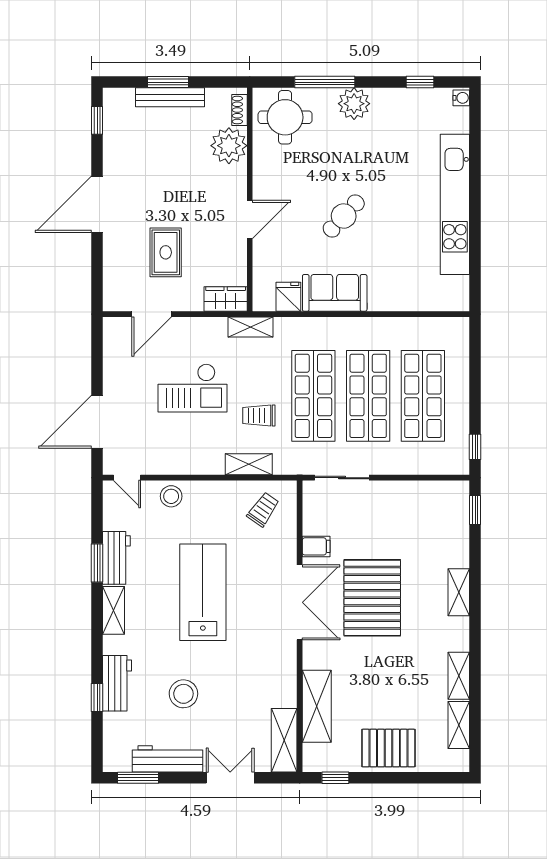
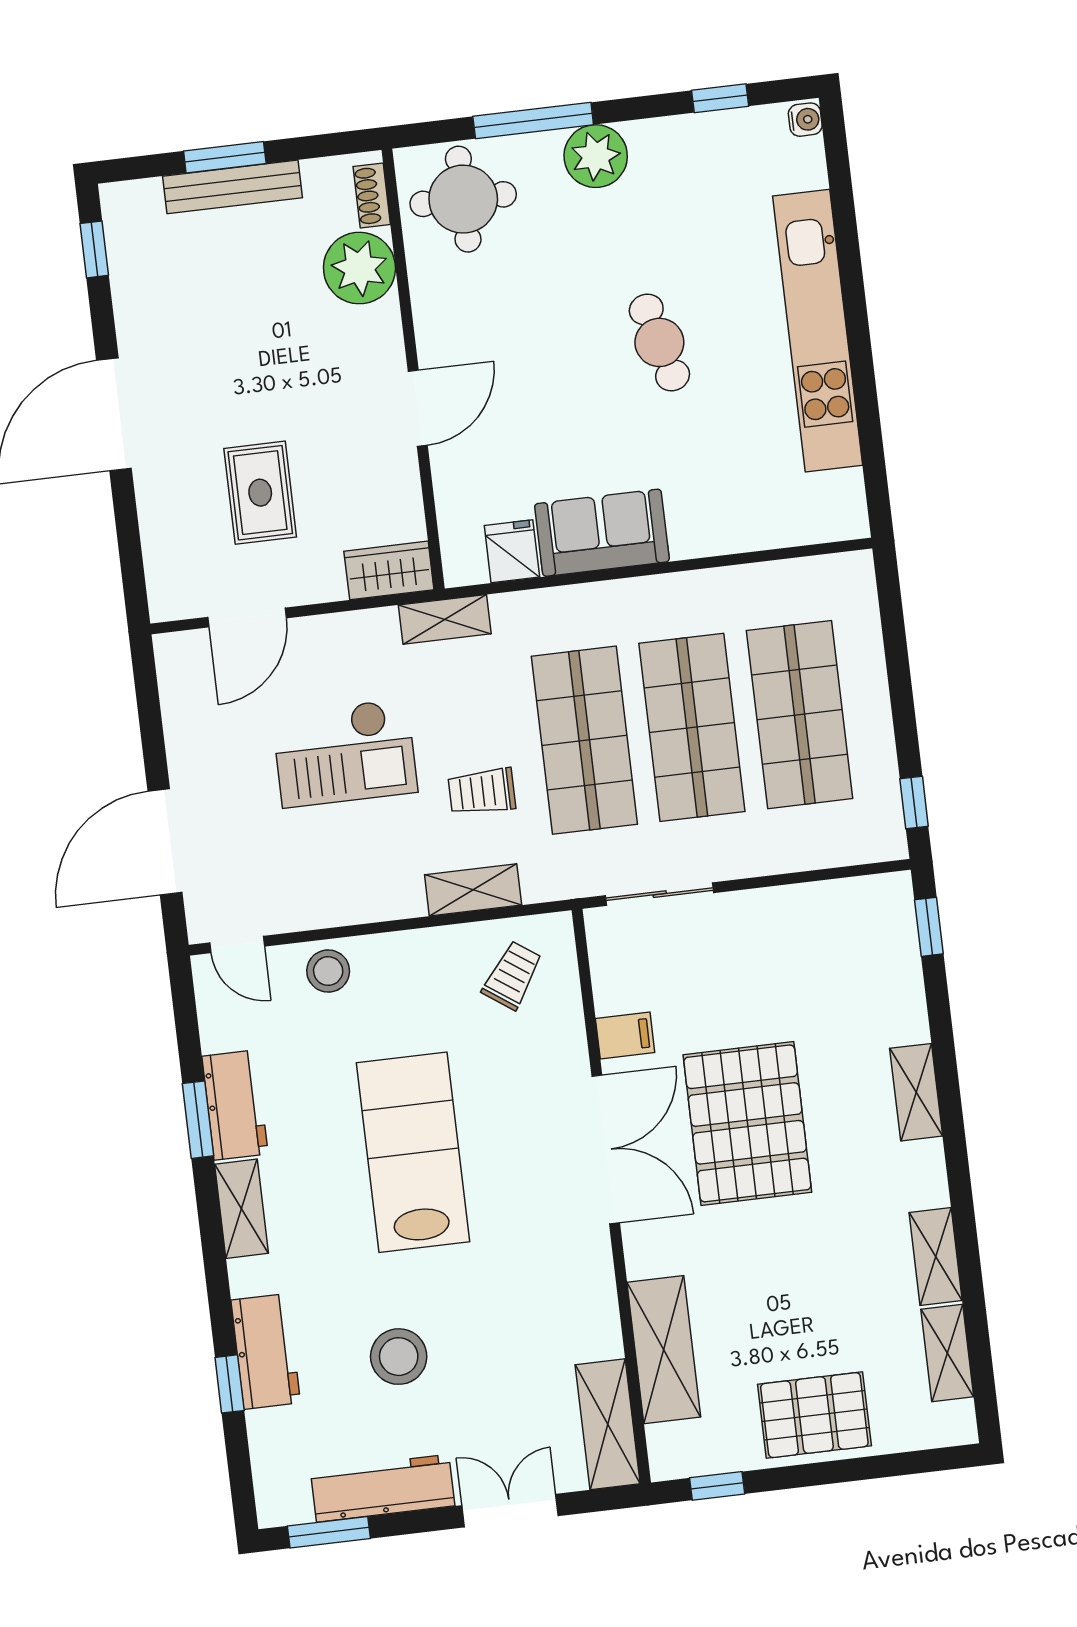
cafe table: (344, 216) -> (659, 342), moved, turned -58

